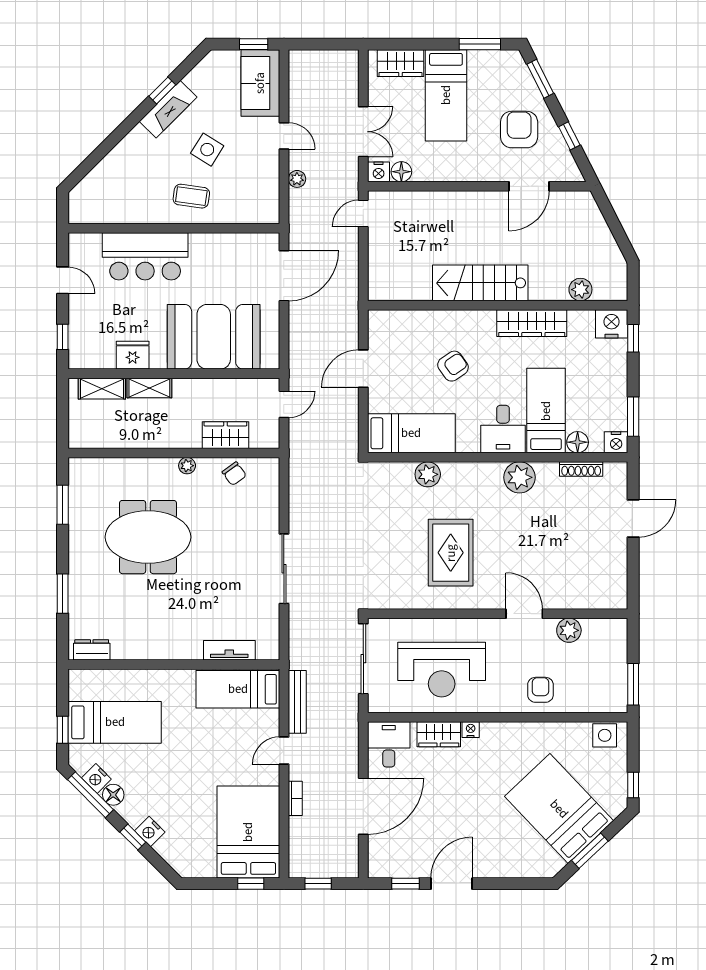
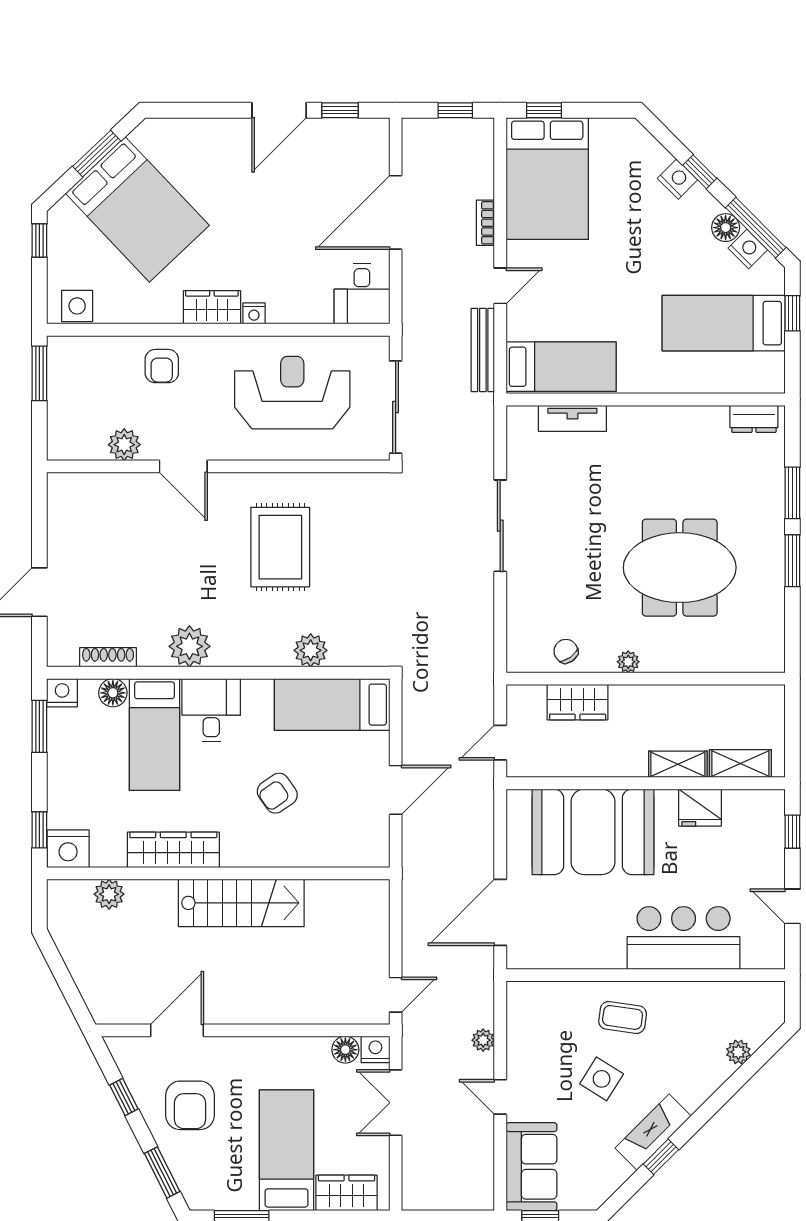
plant: (104, 170) -> (738, 1052), added
window: (63, 505) -> (792, 561), moved
wardrobe: (439, 734) -> (212, 307), moved

